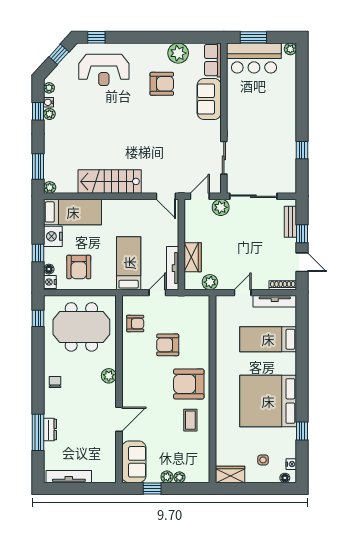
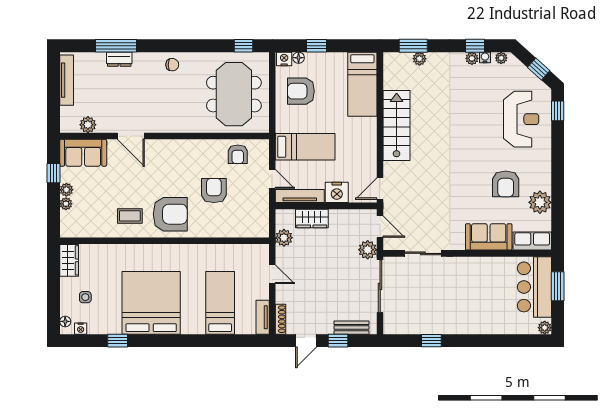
reception desk: (104, 70) -> (521, 119), turned 180
plant: (50, 187) -> (419, 59), moved
nightstand: (53, 236) -> (337, 192), moved, turned 180
tv unit: (275, 301) -> (263, 317), width x0.71
plant: (109, 376) -> (88, 125), moved
armchair: (189, 384) -> (170, 214), turned 90

